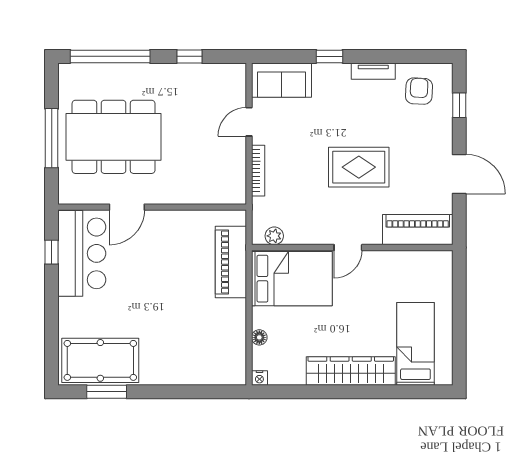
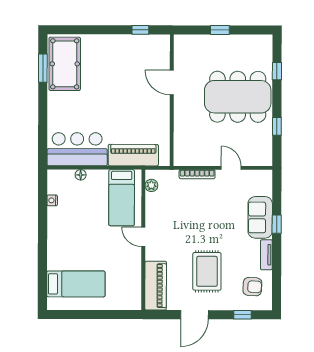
window: (110, 56) -> (277, 71), width x0.32
sofa: (281, 80) -> (260, 217), moved
dining table: (114, 137) -> (238, 97), moved, turned 90
window: (52, 138) -> (220, 30), width x0.46
rug: (359, 167) -> (207, 271), moved
bar counter: (82, 253) -> (77, 149), moved, turned 180
bed: (292, 279) -> (122, 198), width x0.67
wardrobe: (351, 371) -> (57, 239), removed
nightstand: (259, 378) -> (52, 200), moved

